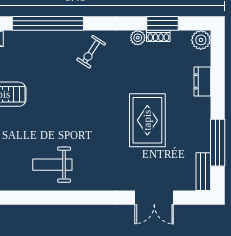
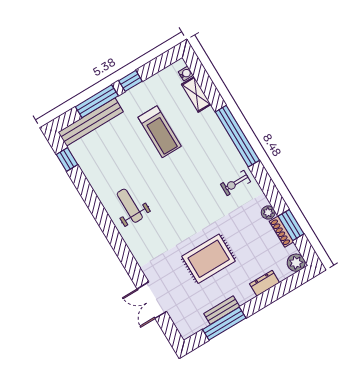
shoe rack: (158, 36) -> (281, 232), width x1.43
exercise bike: (91, 52) -> (235, 183), turned -33
bench: (203, 172) -> (222, 310), moved

